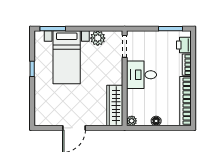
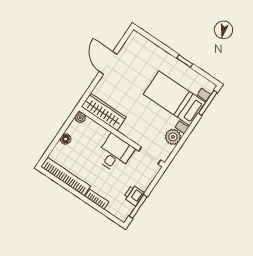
printer: (184, 45) -> (134, 195), moved, turned -90

